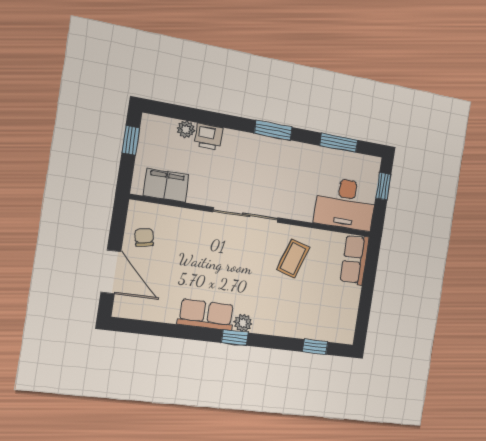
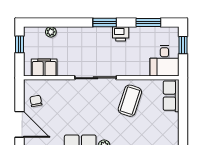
printer: (209, 137) -> (121, 34), moved
desk: (345, 204) -> (164, 61), width x0.73
coffee table: (293, 259) -> (130, 101), width x1.36, depth x1.30

